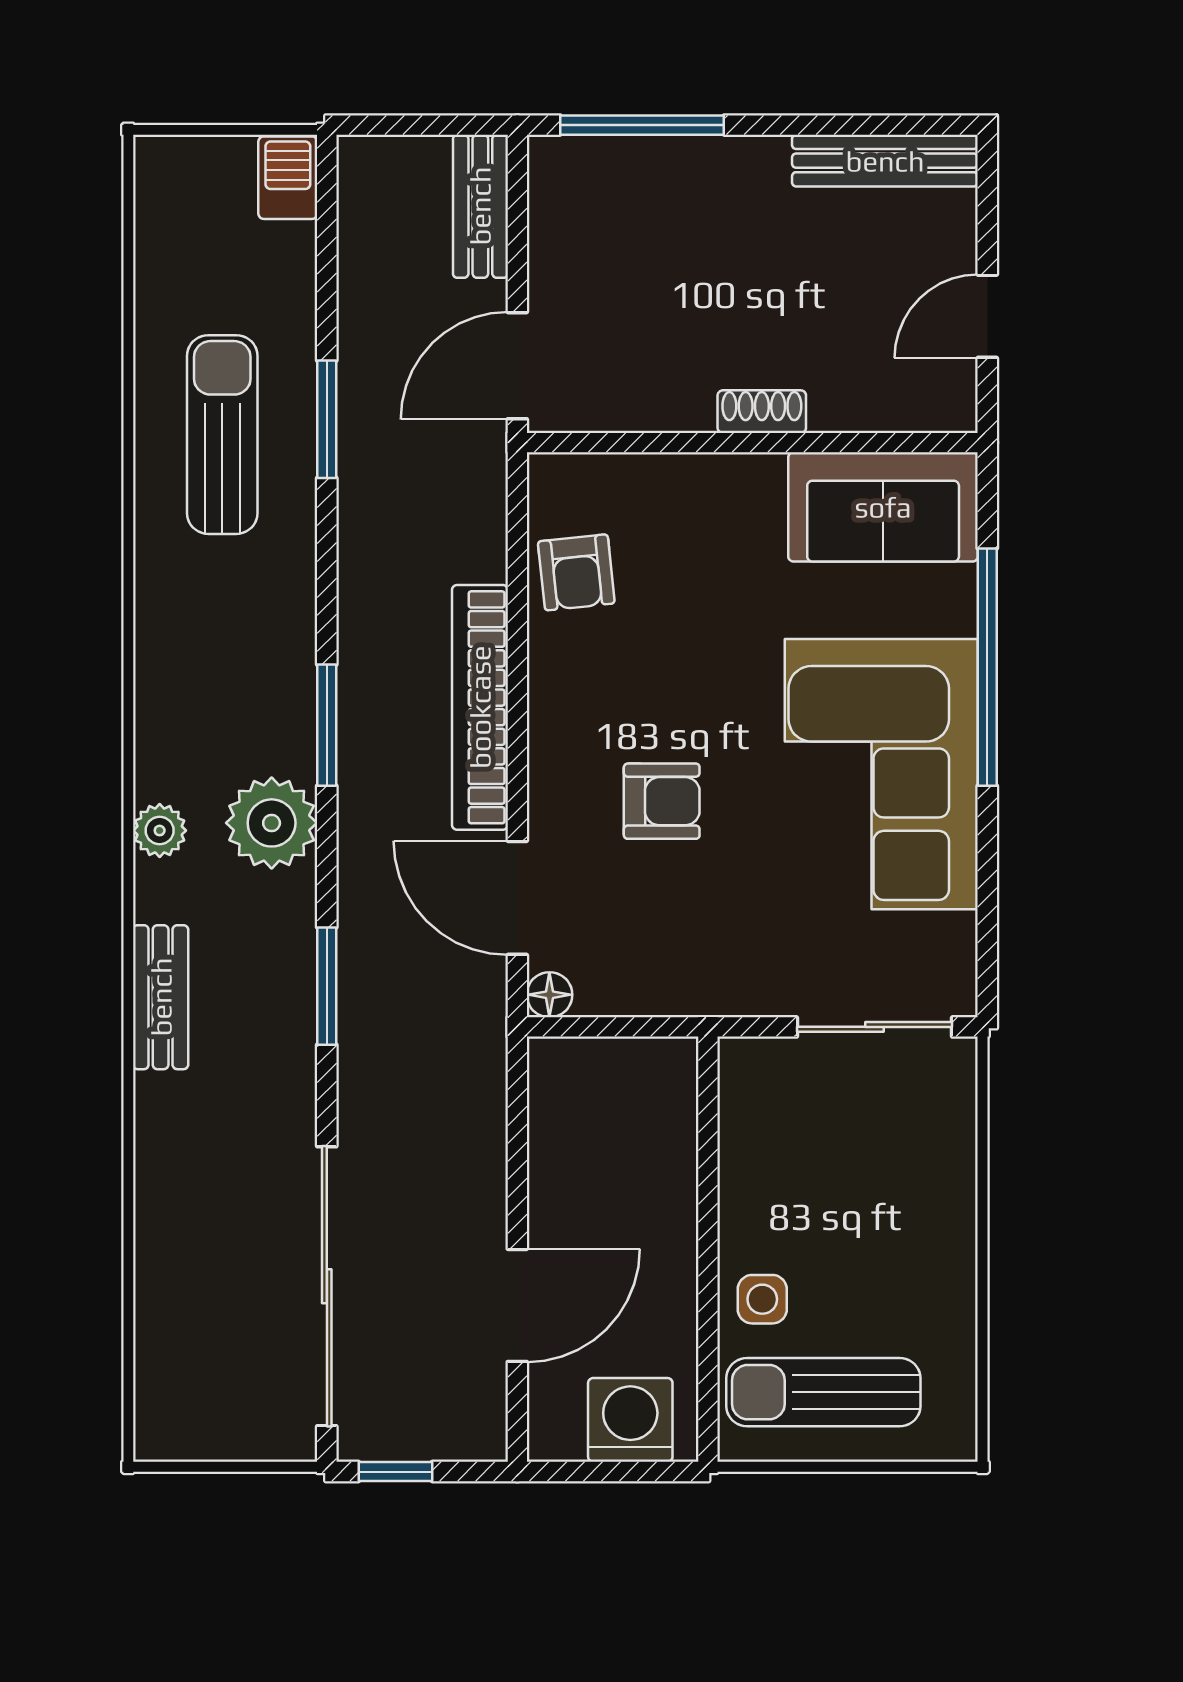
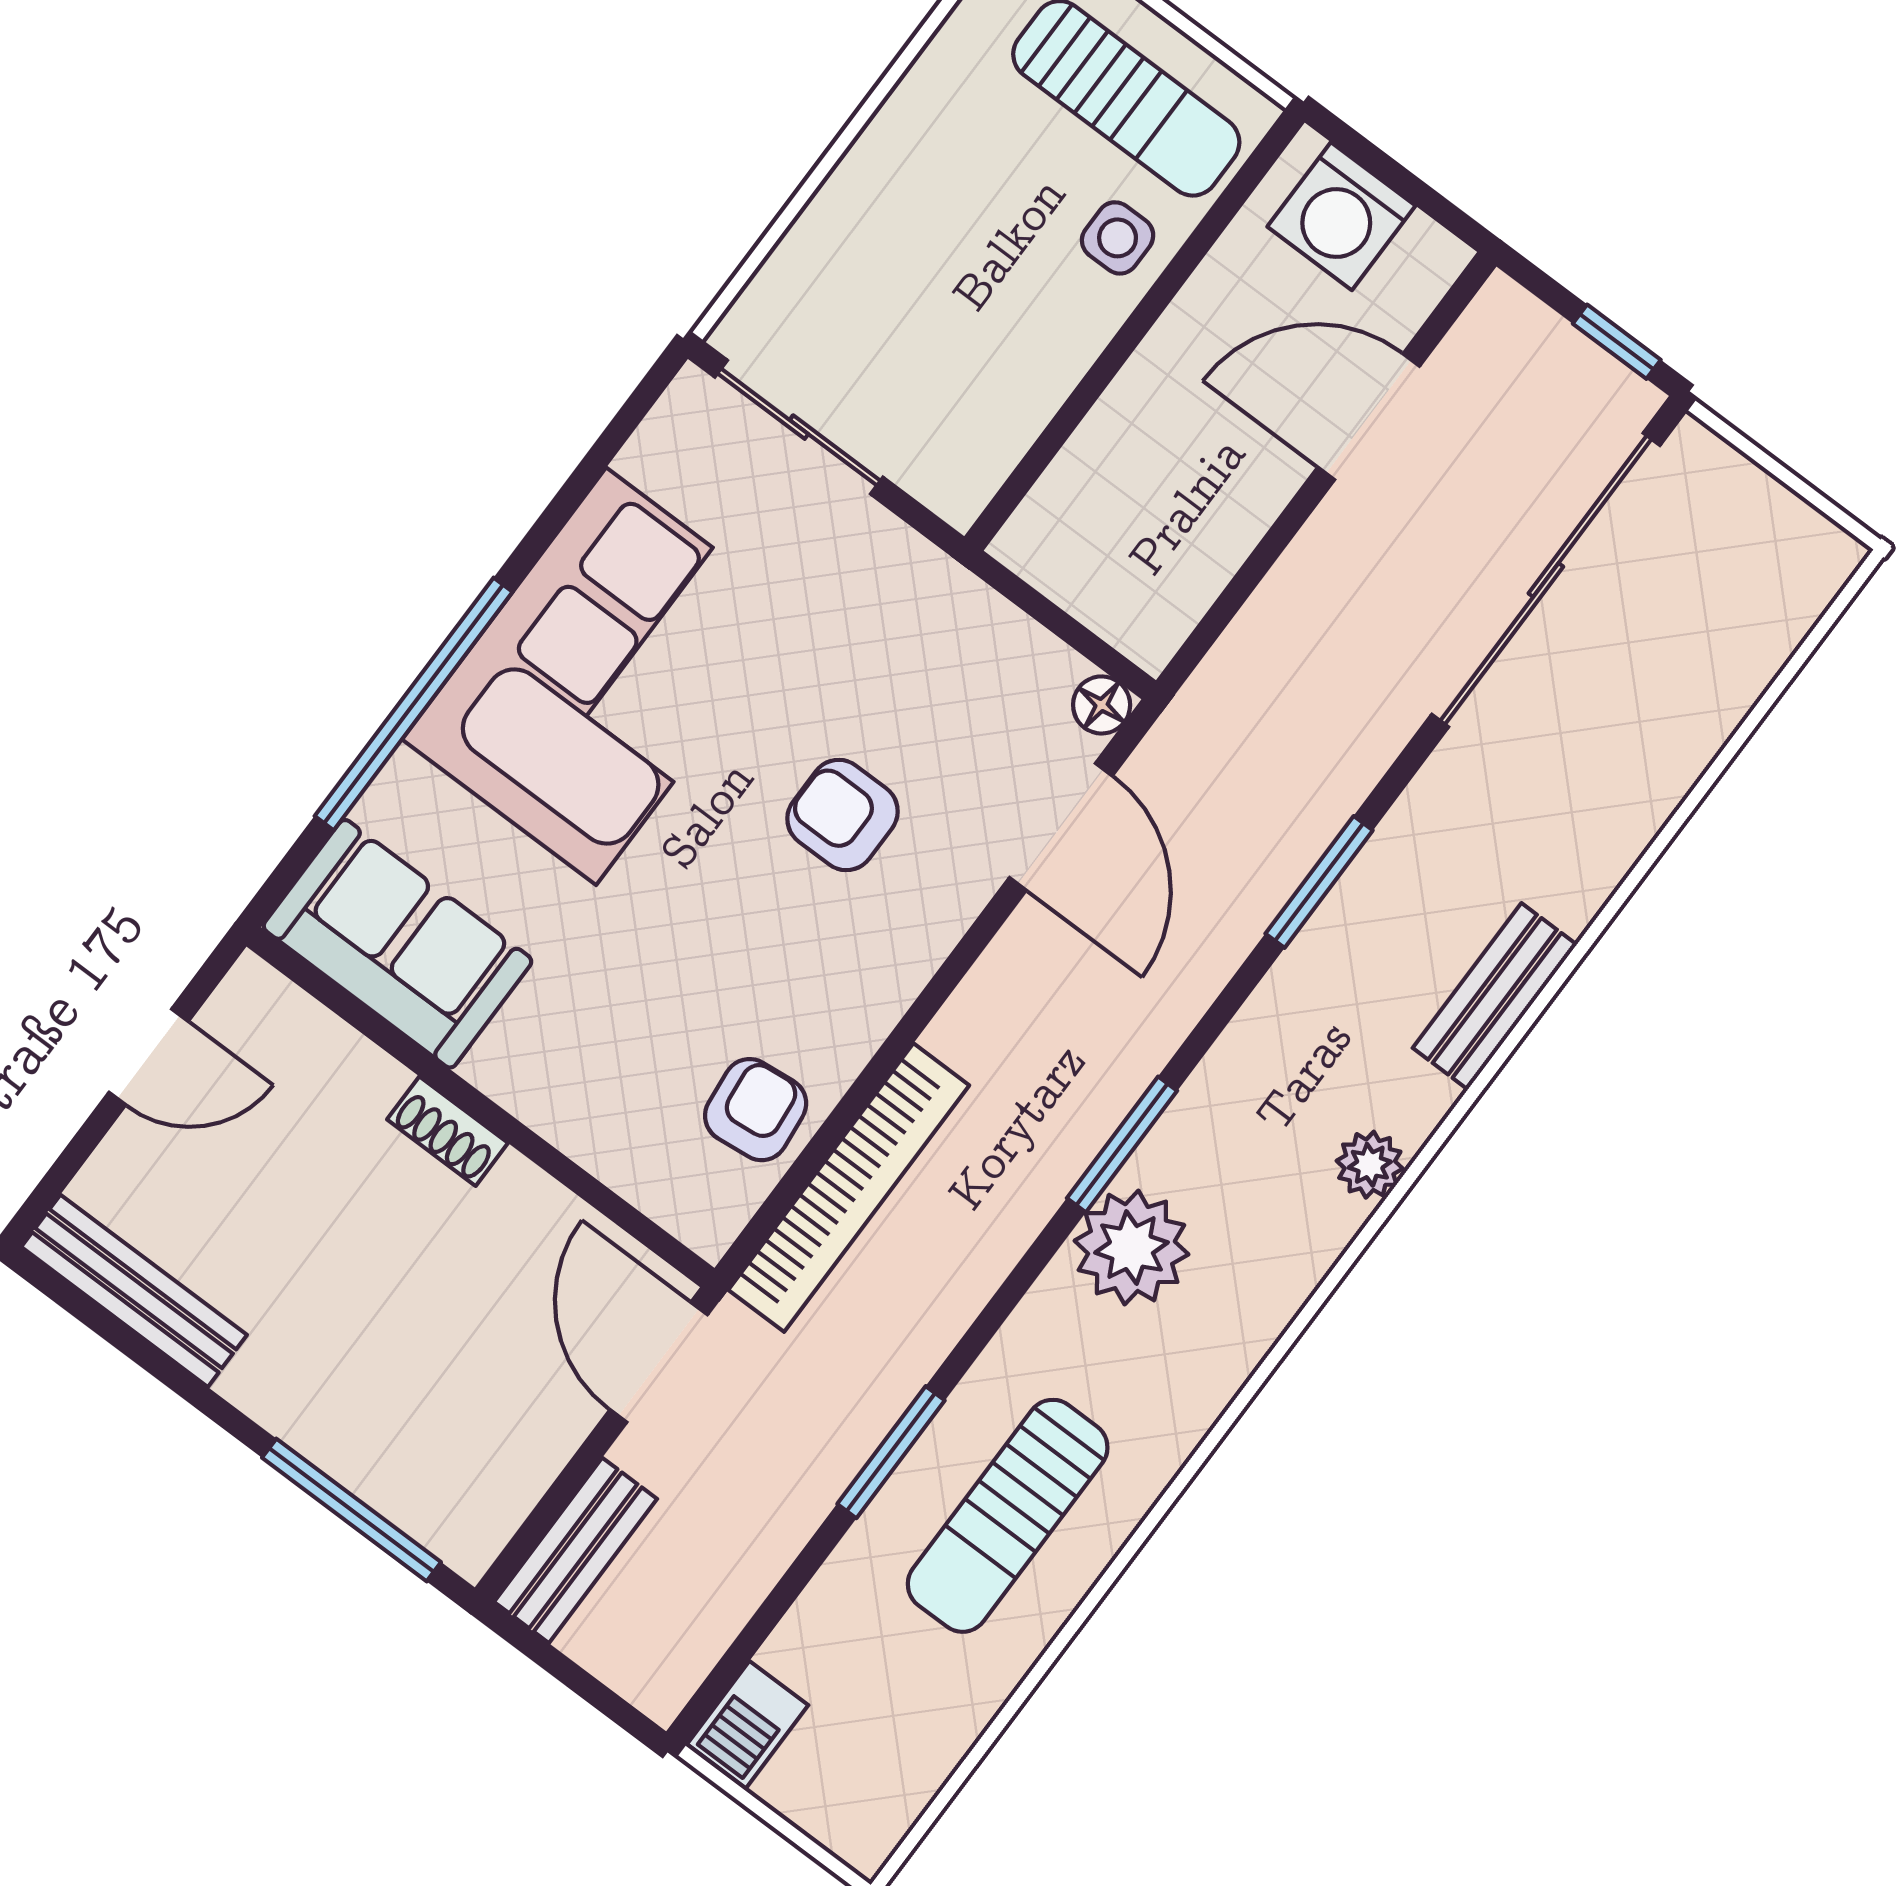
door: (517, 366) -> (659, 1362), swing flipped
bookcase: (480, 707) -> (849, 1188), moved
plant: (272, 823) -> (1131, 1248), moved

